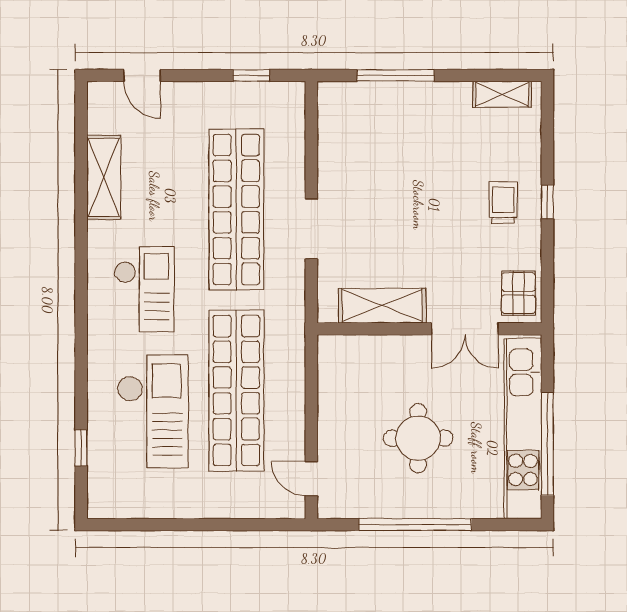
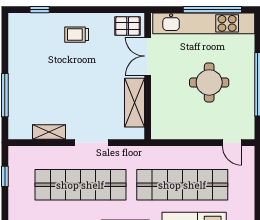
shelving: (502, 94) -> (49, 132), moved, turned 90
window: (547, 202) -> (40, 10), moved
double door: (465, 329) -> (148, 56), swing flipped
door: (311, 479) -> (232, 143), hinge flipped

